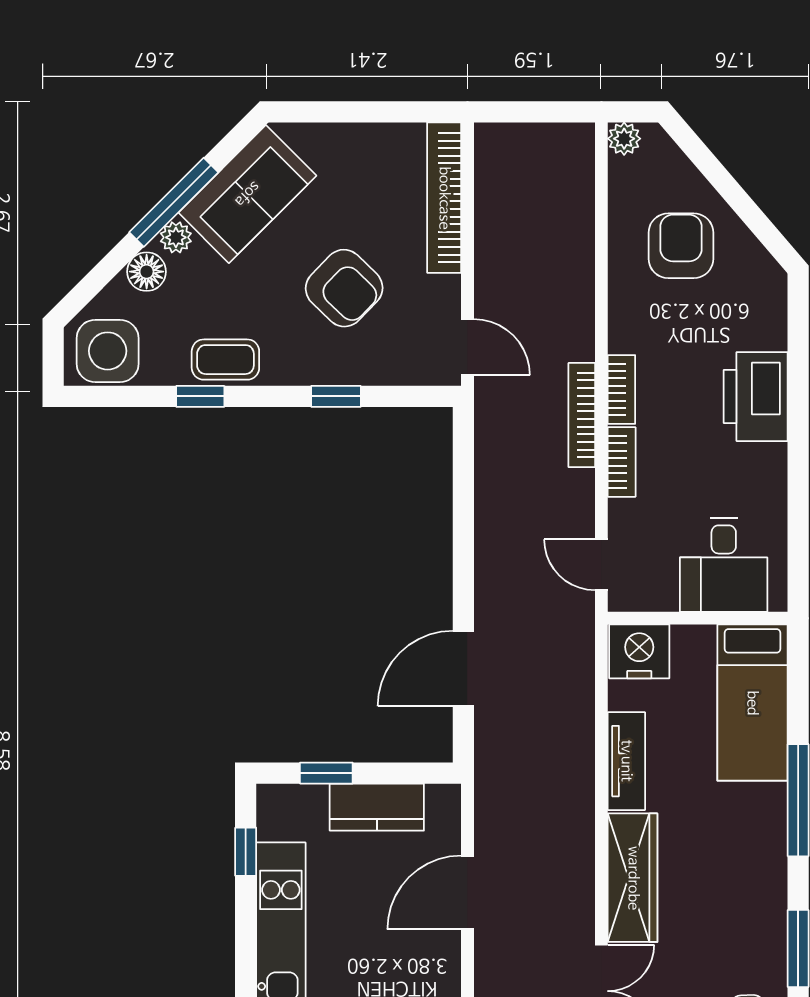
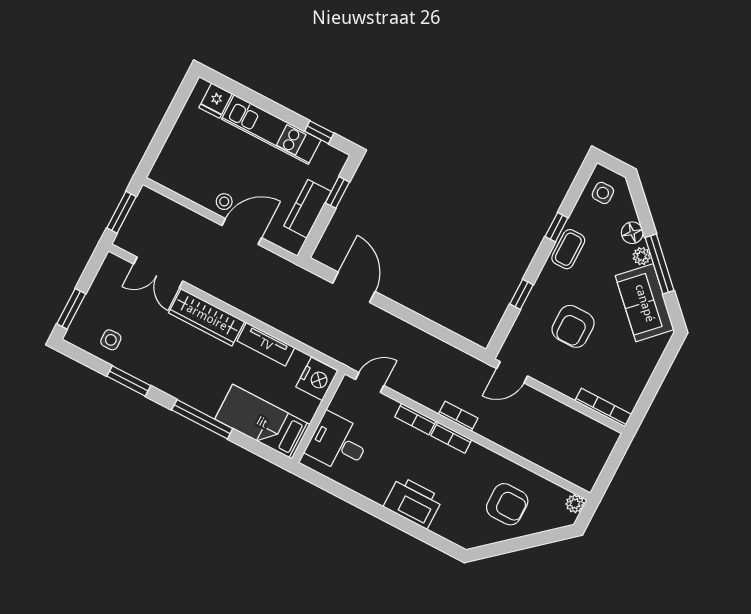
bookcase: (444, 198) -> (603, 408), width x0.68, depth x0.76
armchair: (344, 288) -> (573, 326), turned -44
side table: (108, 351) -> (603, 193), width x0.54, depth x0.54
bookcase: (582, 415) -> (458, 416), width x0.64
door: (467, 893) -> (242, 232), hinge flipped
stool: (434, 945) -> (224, 202), added

